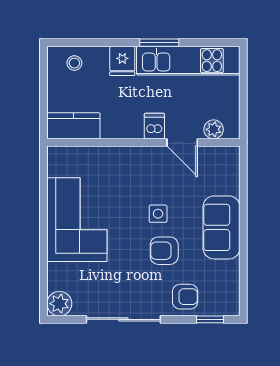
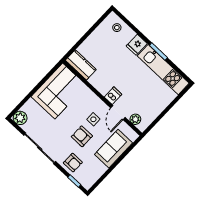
kitchen counter: (73, 126) -> (81, 65), moved
dishwasher: (154, 126) -> (113, 96), moved
plant: (214, 129) -> (135, 119), moved
wall: (143, 142) -> (102, 98), moved
door: (182, 142) -> (118, 113), moved

